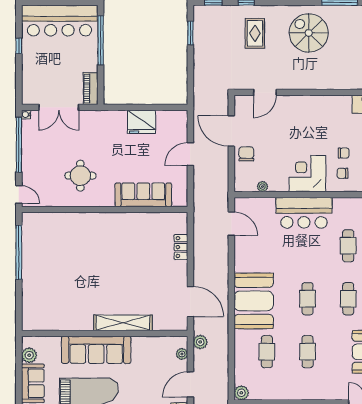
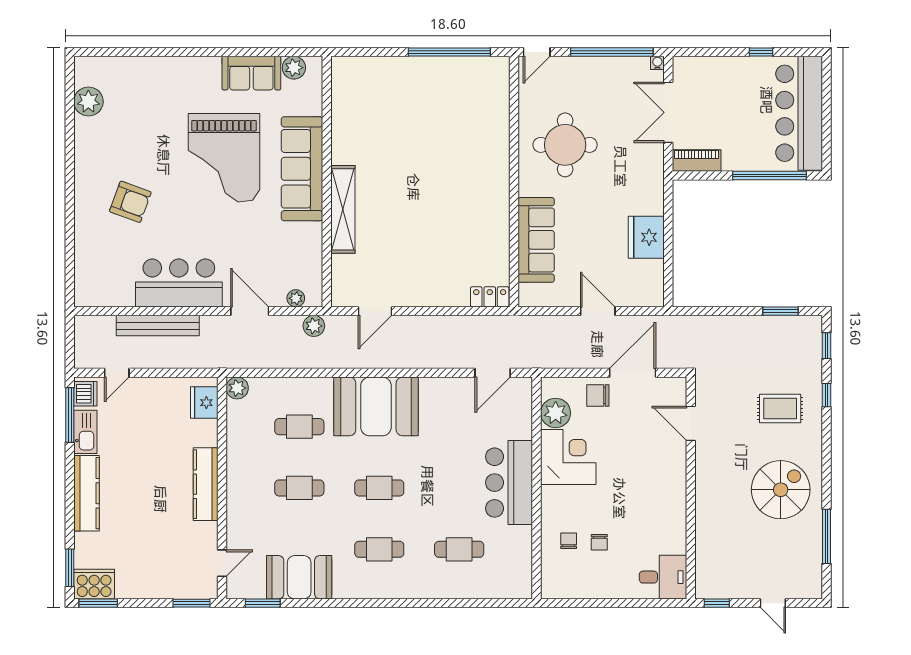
chair: (246, 154) -> (598, 395), turned 180
corner desk: (307, 174) -> (568, 457), moved
round table: (80, 176) -> (565, 145), width x1.36, depth x1.36
plant: (262, 187) -> (556, 413), width x1.88, depth x1.88
locker: (181, 247) -> (490, 297), moved
door: (190, 302) -> (375, 311), width x0.73

